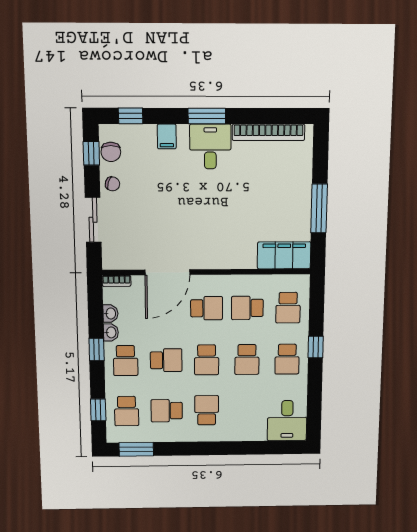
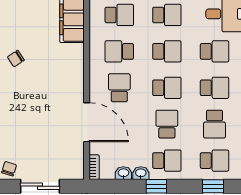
chair: (240, 191) -> (16, 59), added
school desk: (247, 308) -> (119, 51), turned 90
school desk: (207, 410) -> (214, 88), turned 180
school desk: (246, 410) -> (214, 51), added

